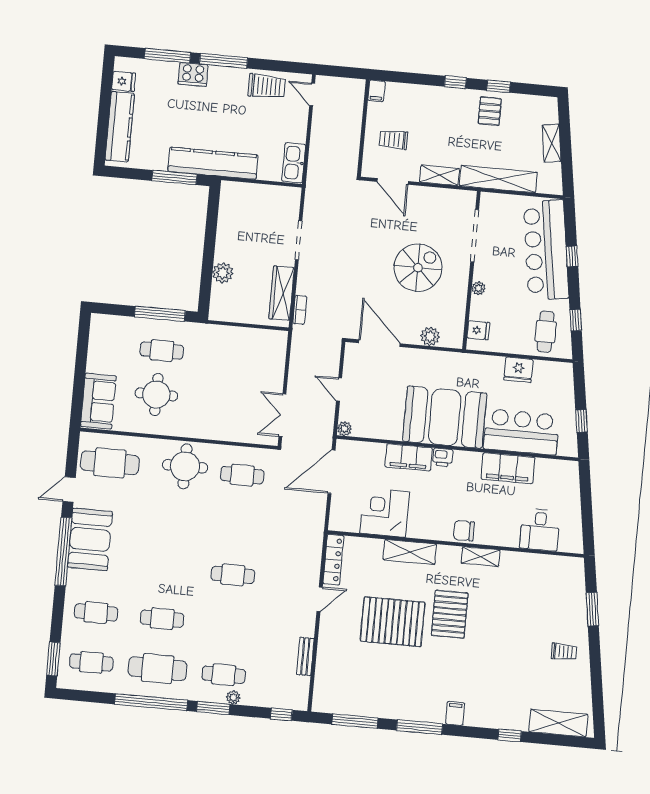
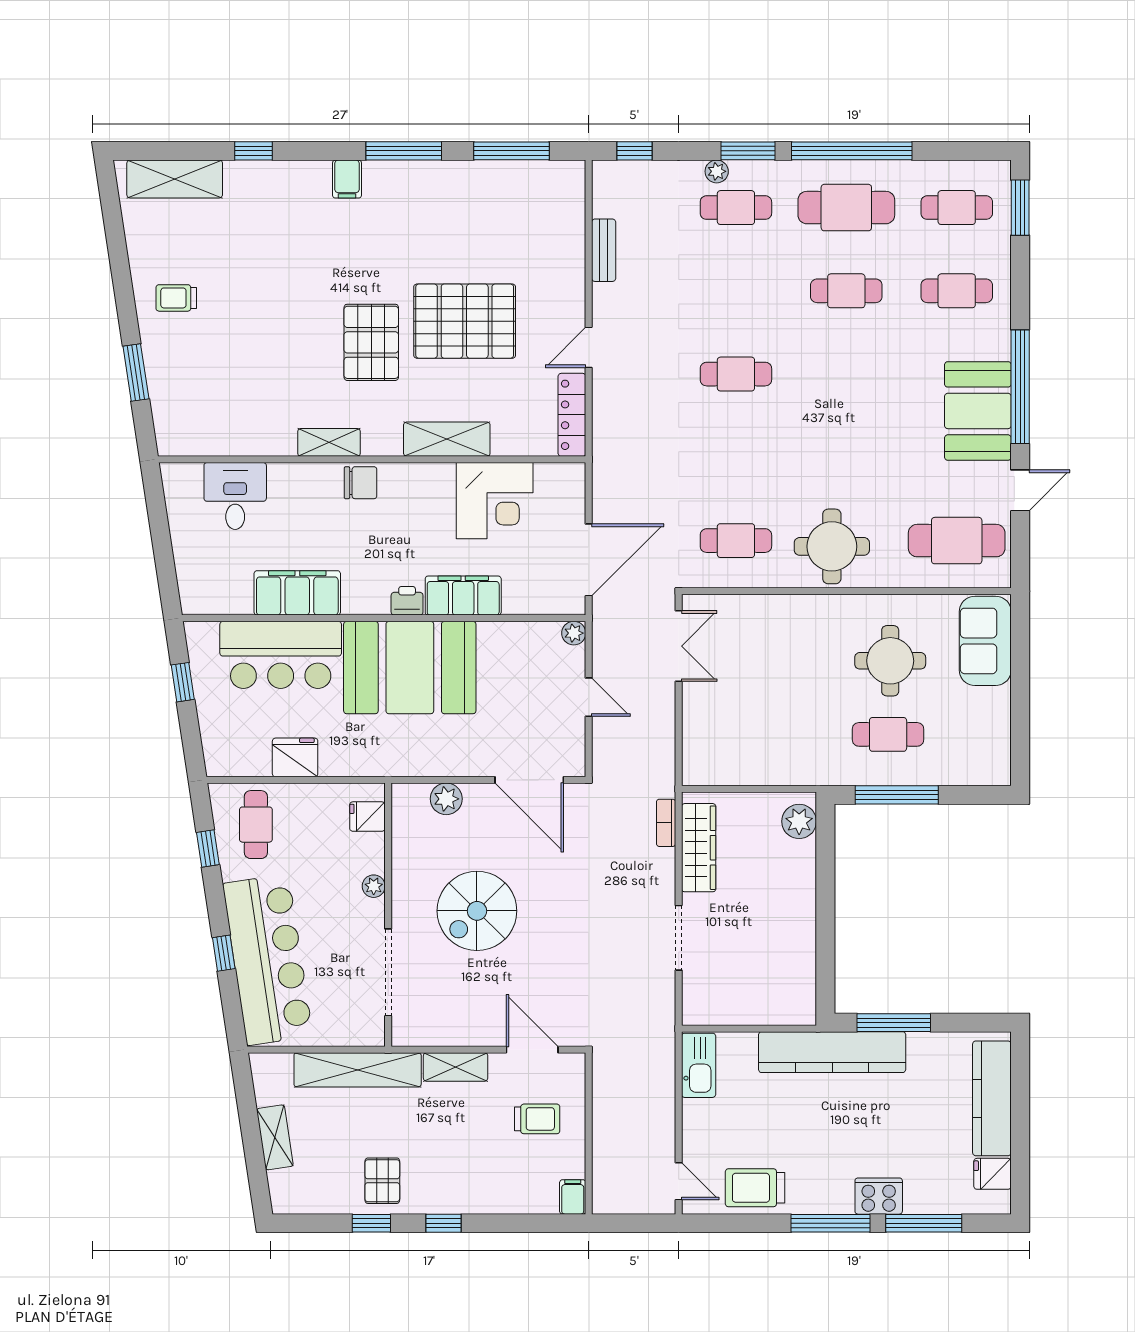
plant: (223, 273) -> (799, 821), moved

